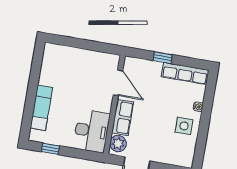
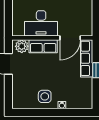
row of seats: (185, 73) -> (87, 58), moved
desk: (91, 131) -> (41, 23), moved

